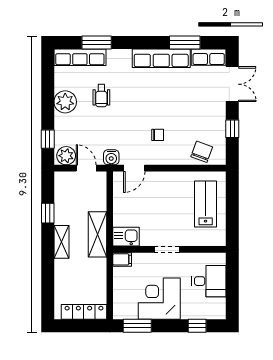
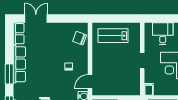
window: (185, 42) -> (9, 74), moved
window: (232, 129) -> (65, 19), removed
door: (134, 168) -> (90, 82), swing flipped
kitchen sink: (126, 237) -> (134, 87), removed

